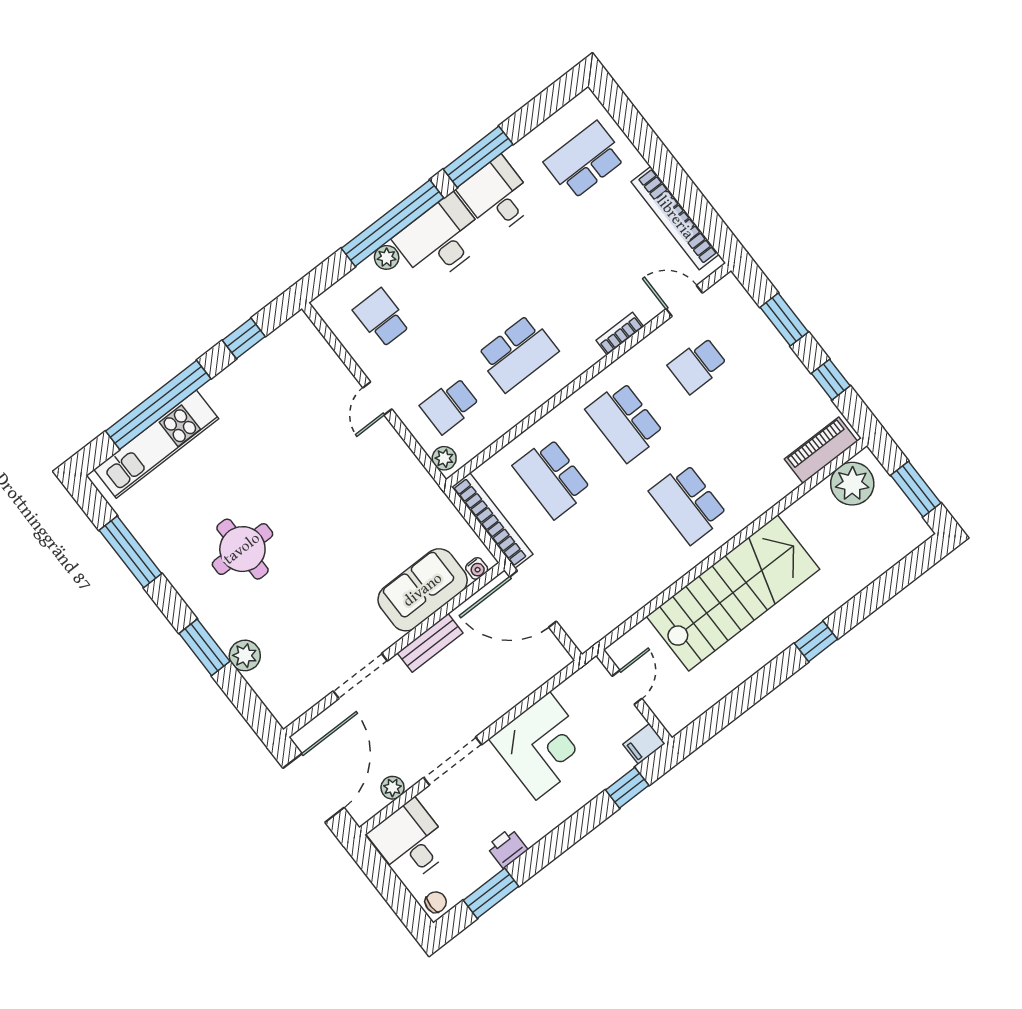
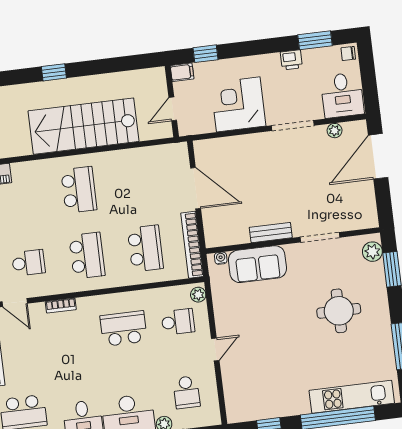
water cooler: (477, 568) -> (221, 258), moved
sofa: (423, 590) -> (257, 264), moved
bench: (430, 643) -> (271, 233), moved
wall: (394, 650) -> (293, 241), moved
doorway: (360, 676) -> (320, 237), moved

